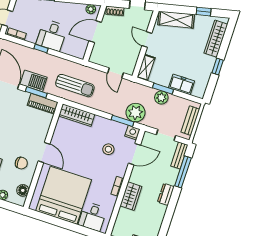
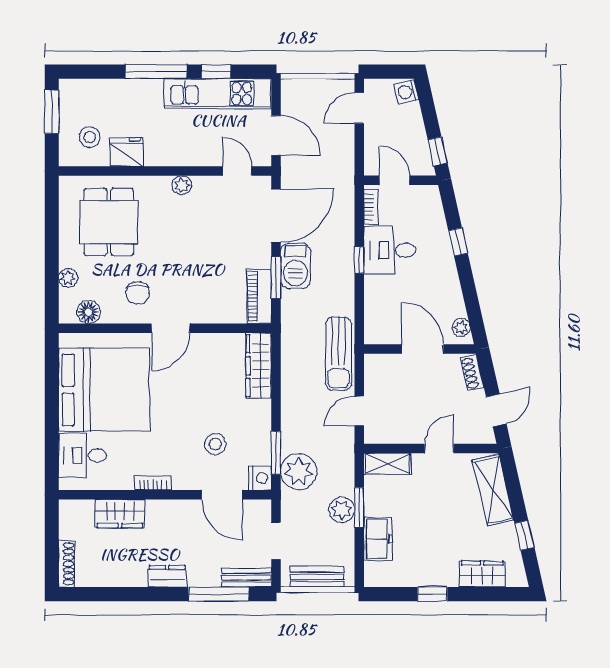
desk: (52, 35) -> (390, 250), moved
wardrobe: (216, 39) -> (482, 574), width x0.67
sun lounger: (75, 86) -> (339, 354), moved
wardrobe: (131, 196) -> (120, 514), moved

